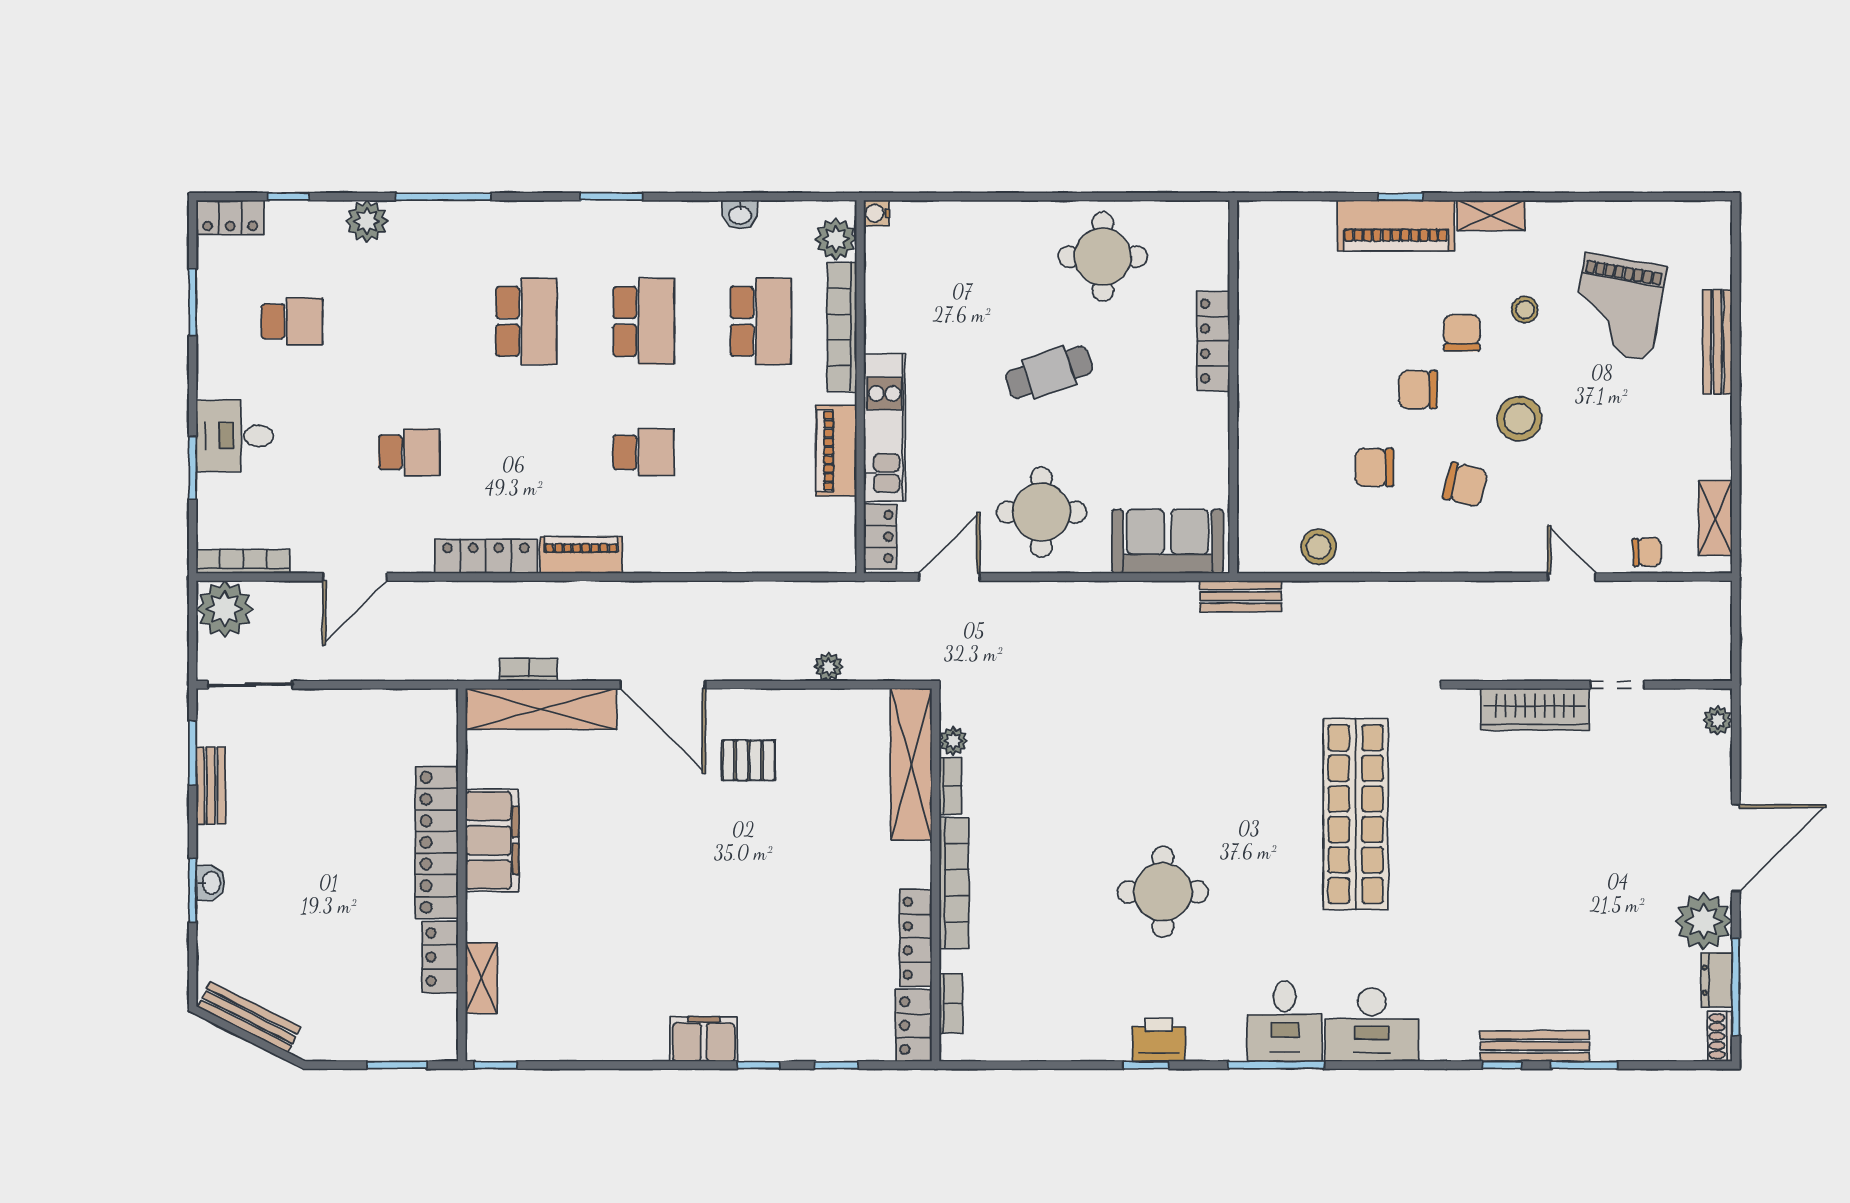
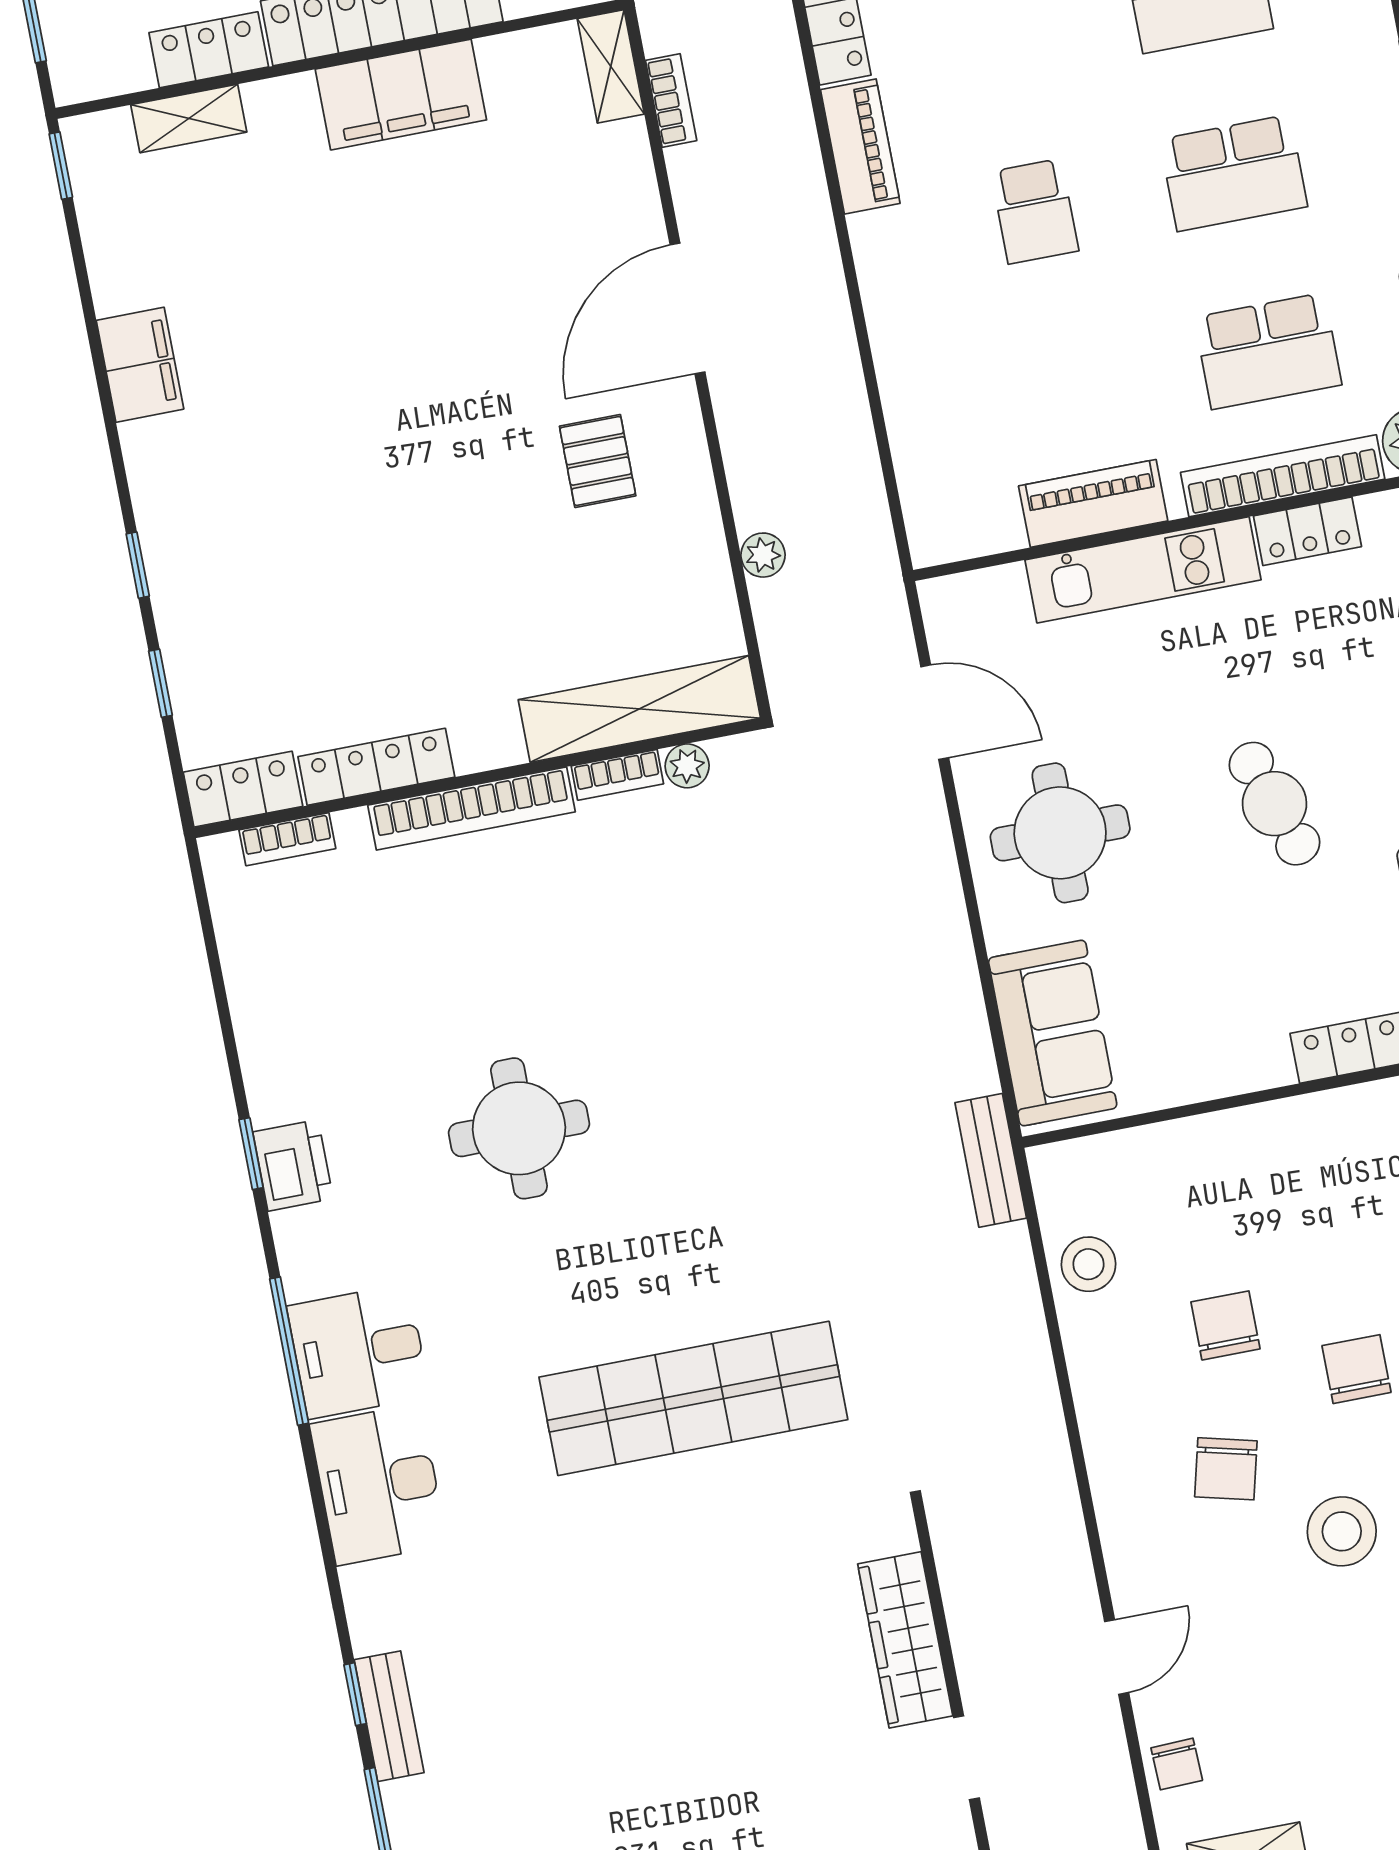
locker: (880, 537) -> (1307, 531), moved
shelving: (541, 709) -> (611, 66), width x0.45, depth x0.75
filing cabinet: (704, 1039) -> (140, 365), moved
bench: (1535, 1046) -> (389, 1716), width x0.73

